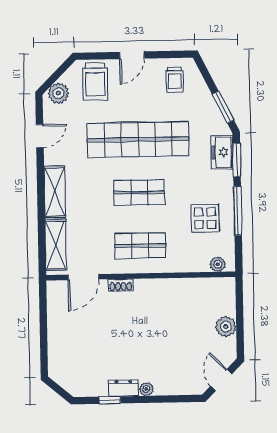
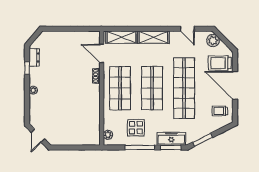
door: (132, 55) -> (235, 85), width x1.88
freezer: (222, 152) -> (171, 139), width x1.40
shop shelf: (139, 193) -> (152, 88), width x1.43, depth x1.36
shop shelf: (140, 246) -> (120, 88), width x1.43, depth x1.36
plant: (226, 327) -> (70, 139), removed
door: (221, 380) -> (38, 136), swing flipped
dresser: (123, 388) -> (34, 58), moved

